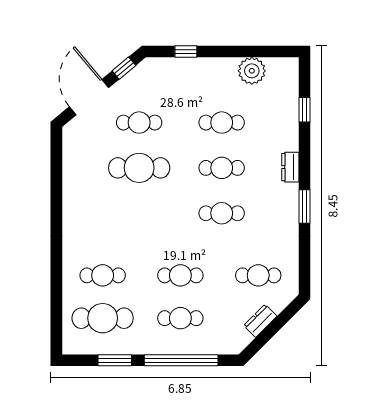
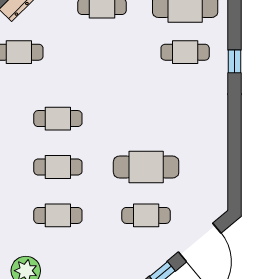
window: (56, 267) -> (235, 61), added
cafe table: (180, 275) -> (102, 52), removed

